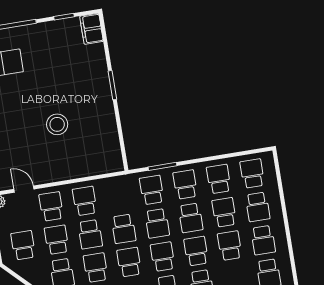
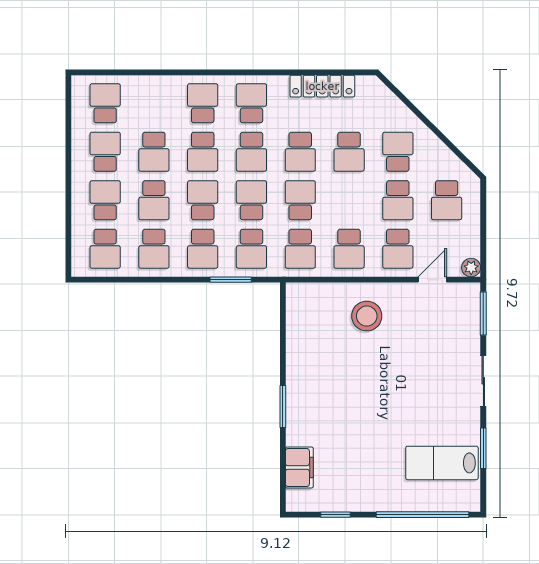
filing cabinet: (92, 29) -> (299, 467), moved
stool: (57, 124) -> (367, 316), moved
door: (24, 189) -> (432, 280), swing flipped
school desk: (90, 234) -> (300, 249), moved, turned 180

